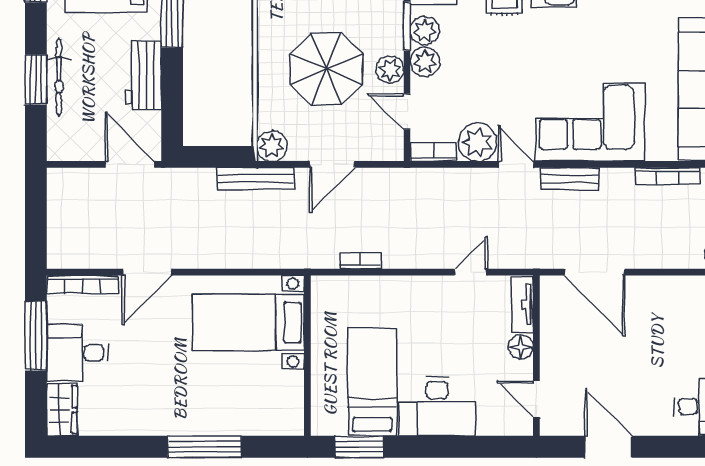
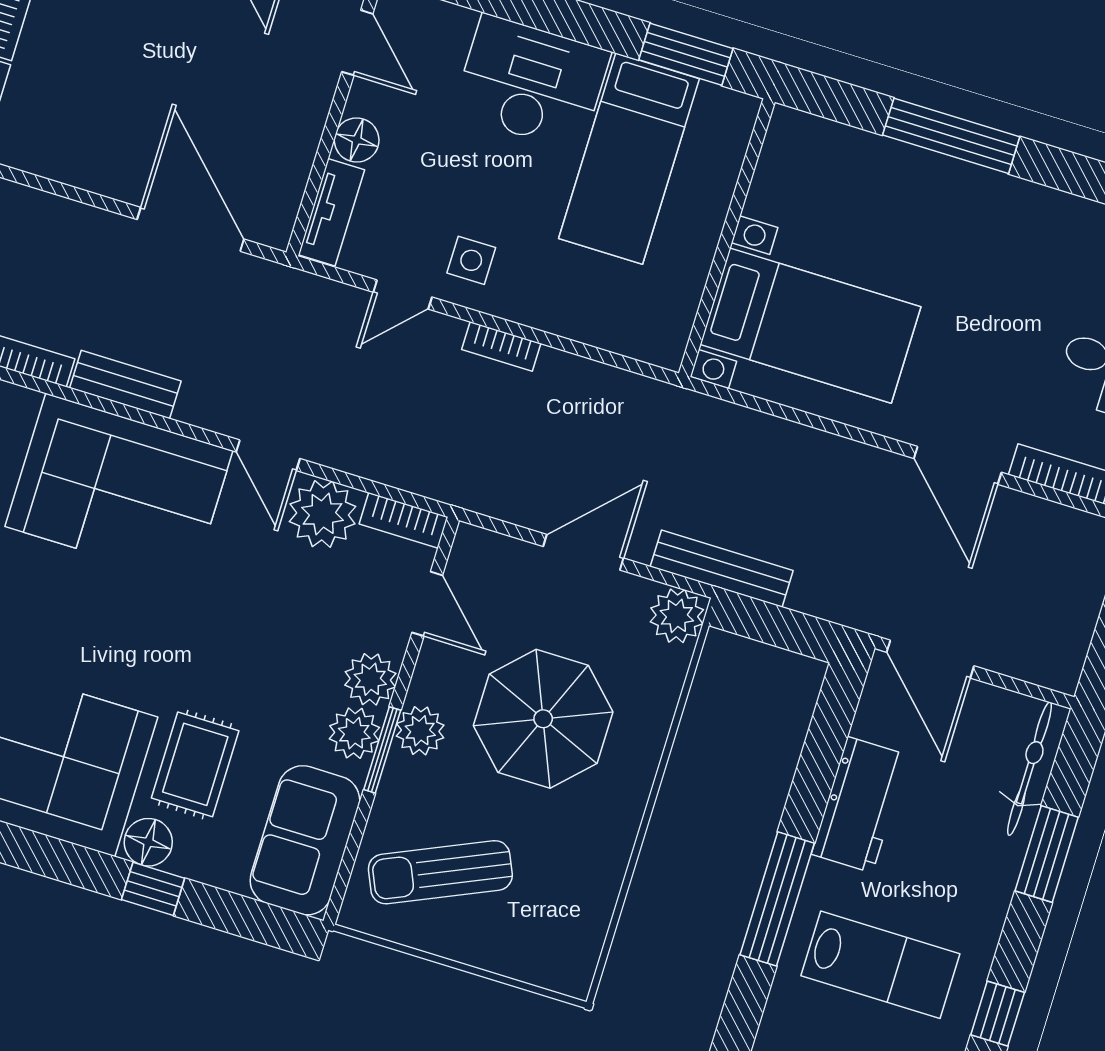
plant: (390, 70) -> (420, 731), moved
bicycle: (59, 77) -> (1030, 769), moved
bench: (570, 179) -> (125, 385), moved
bookcase: (360, 261) -> (501, 346), moved
door: (147, 272) -> (958, 465), swing flipped
side table: (440, 302) -> (471, 260), added

